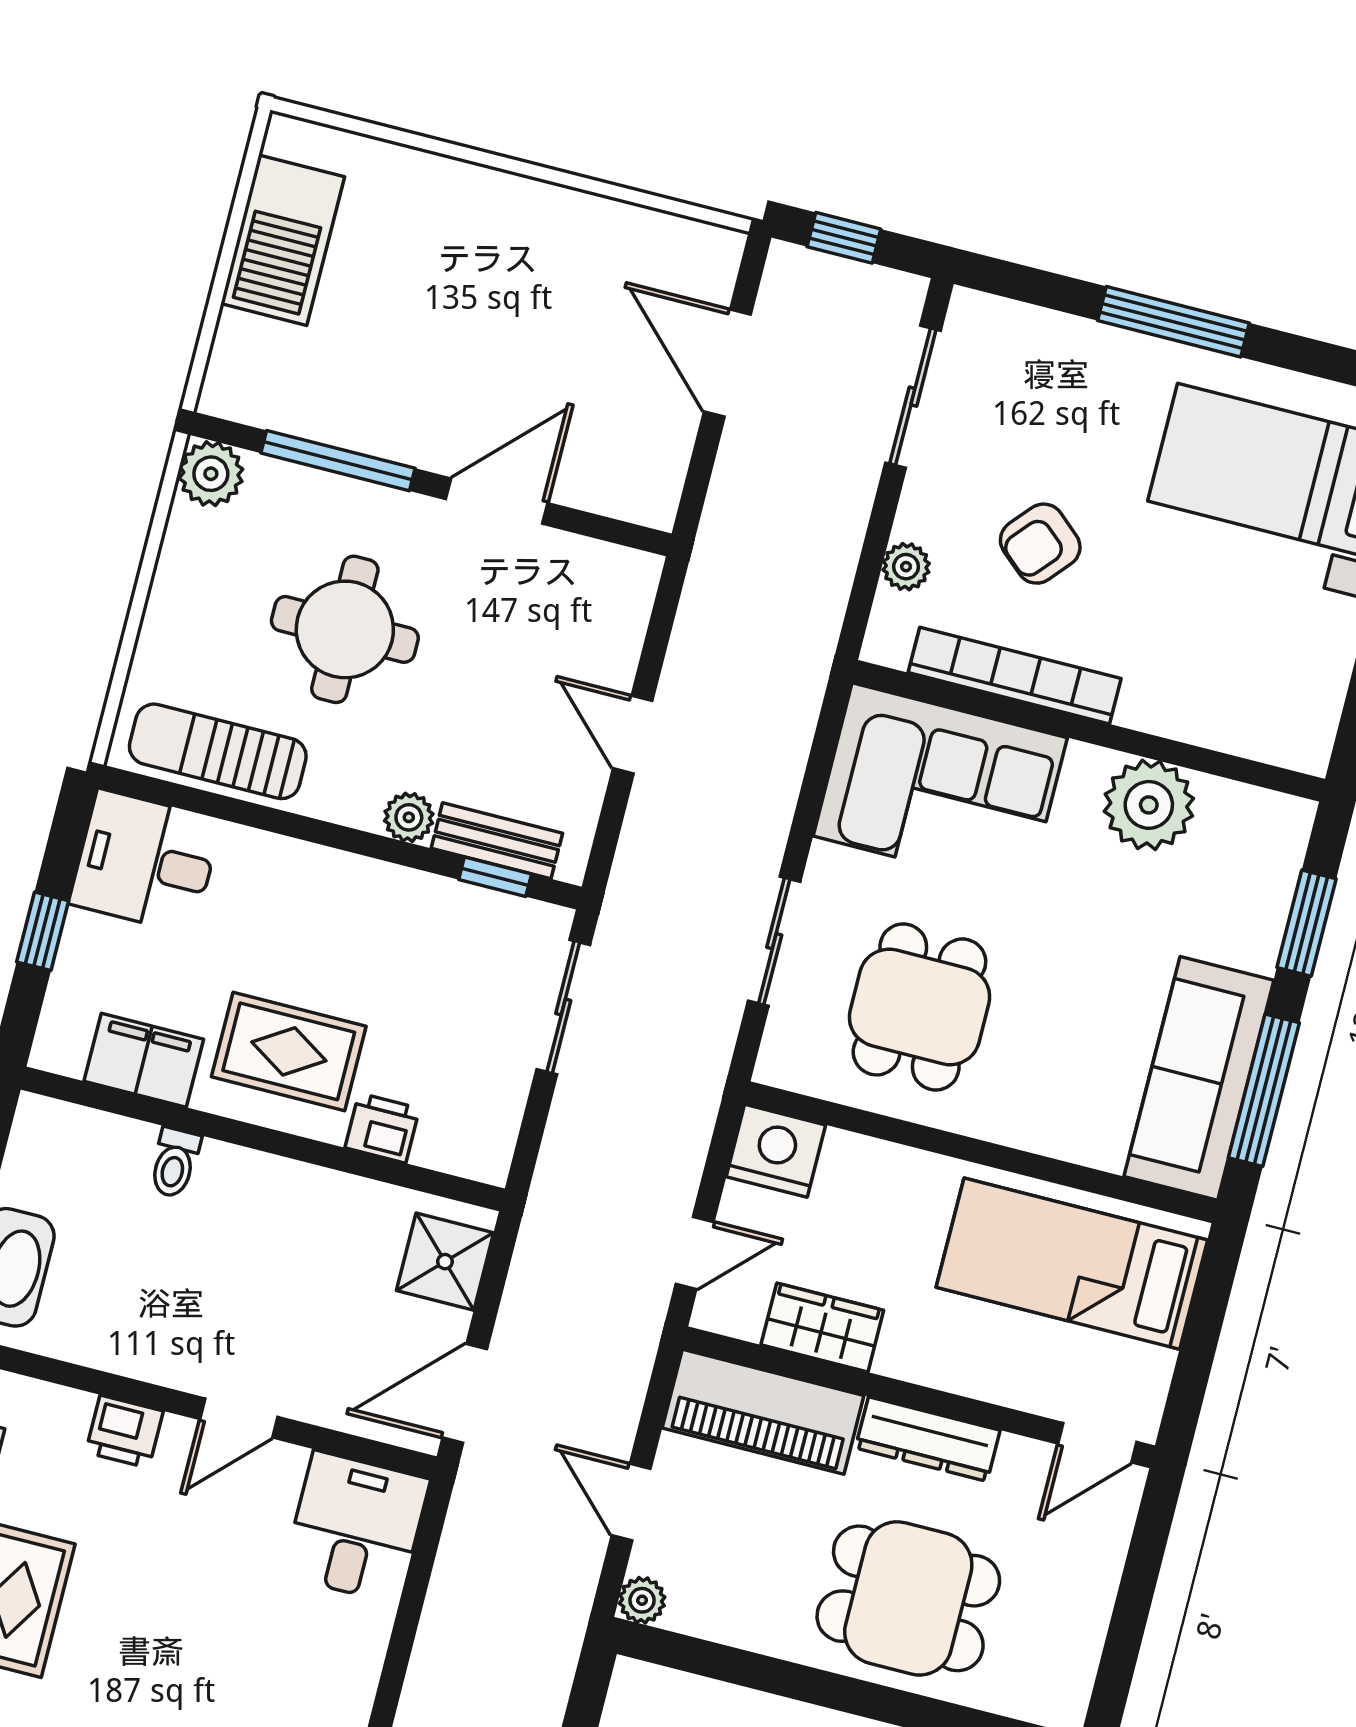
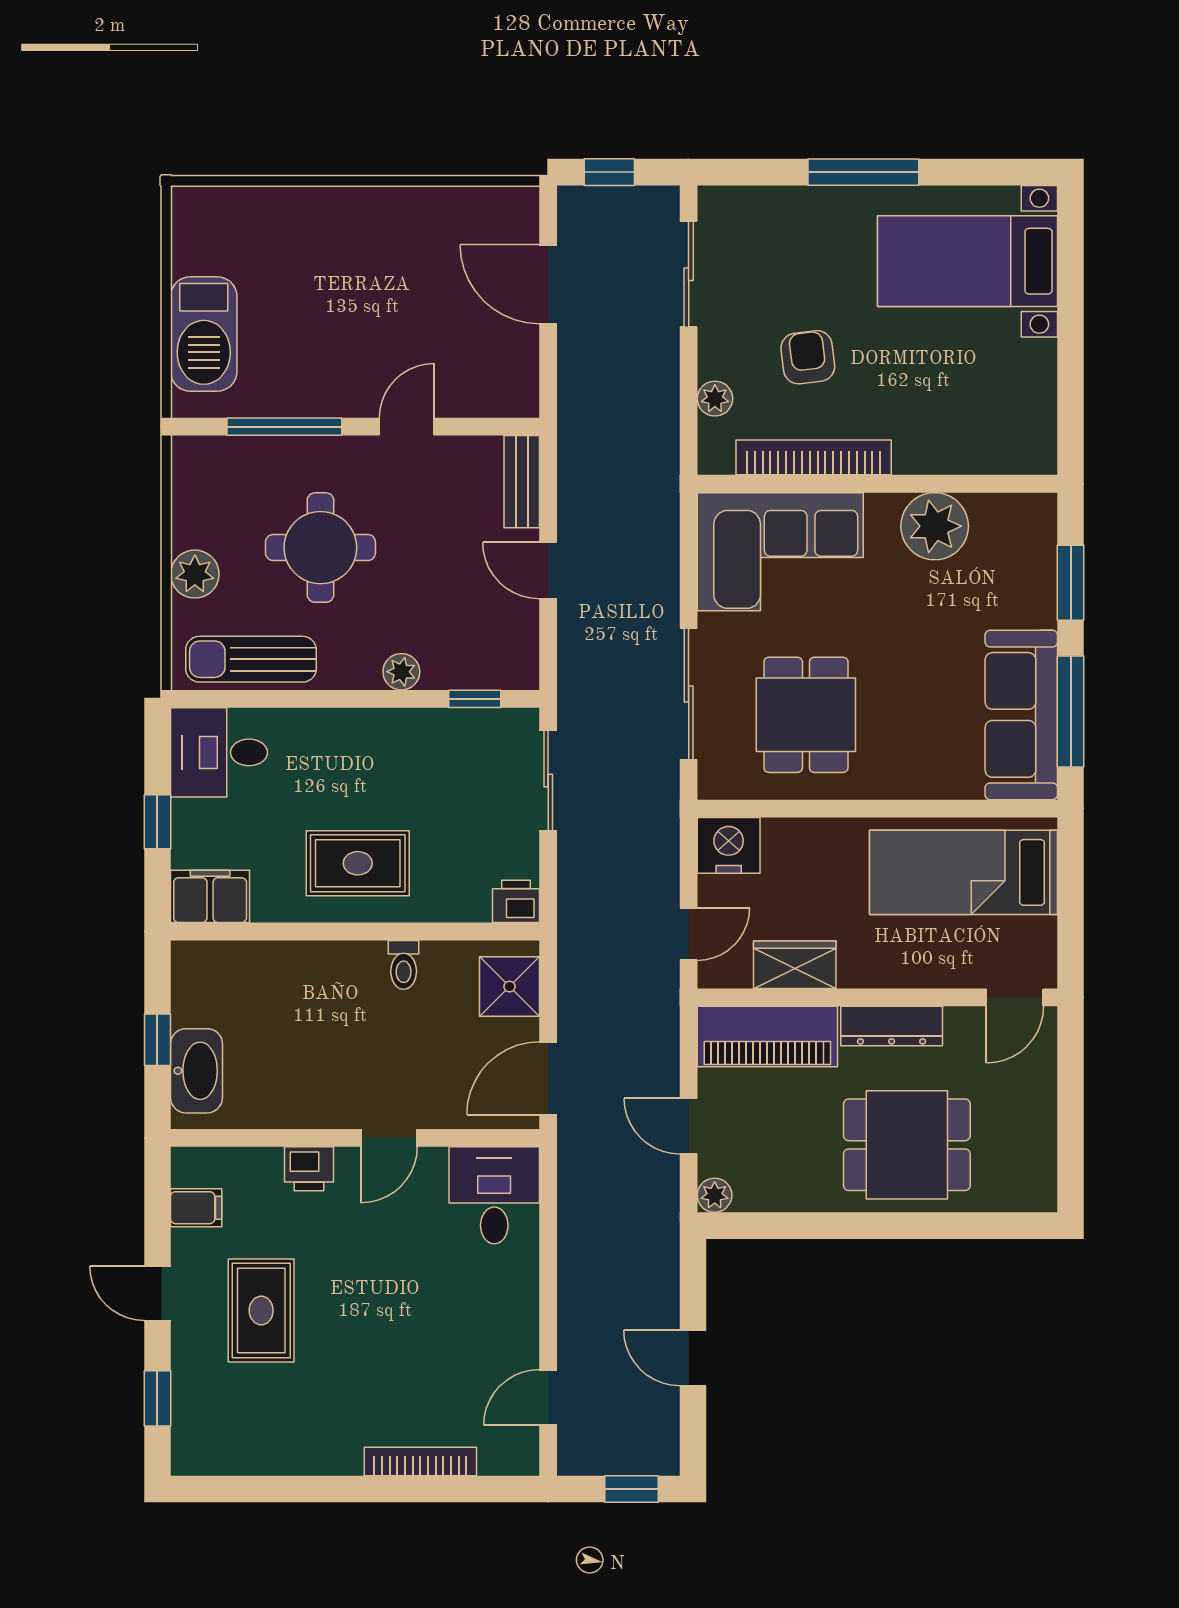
barbecue: (283, 240) -> (204, 334), moved
plant: (211, 474) -> (195, 574), moved
door: (497, 501) -> (407, 427), width x0.73
armchair: (1040, 544) -> (808, 357), turned 132
bench: (497, 841) -> (522, 482), moved, turned 90
sliding door: (774, 941) -> (689, 694), width x1.37
filing cabinet: (144, 1060) -> (210, 896), moved
printer: (382, 1128) -> (516, 901), moved
toilet: (175, 1163) -> (404, 965), moved

